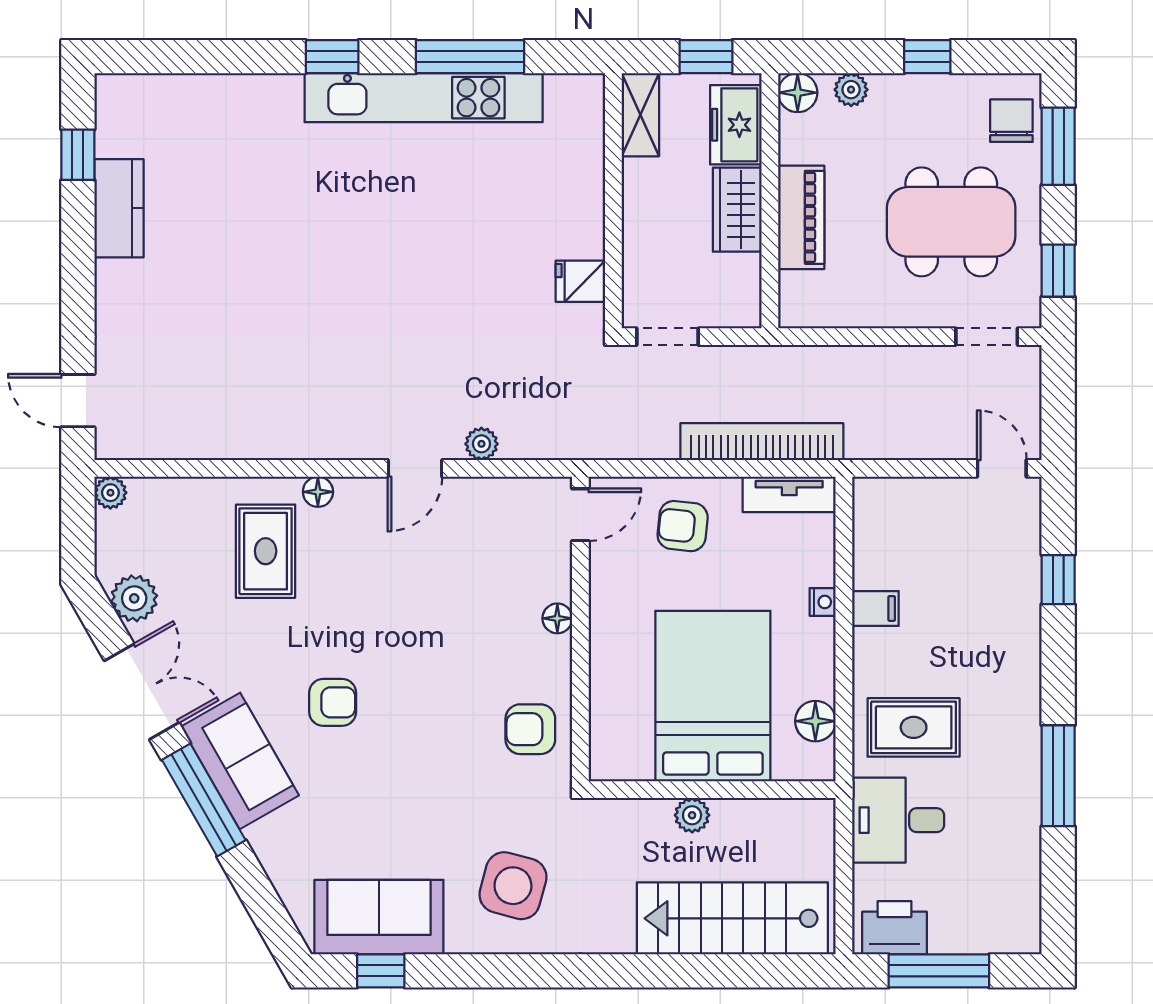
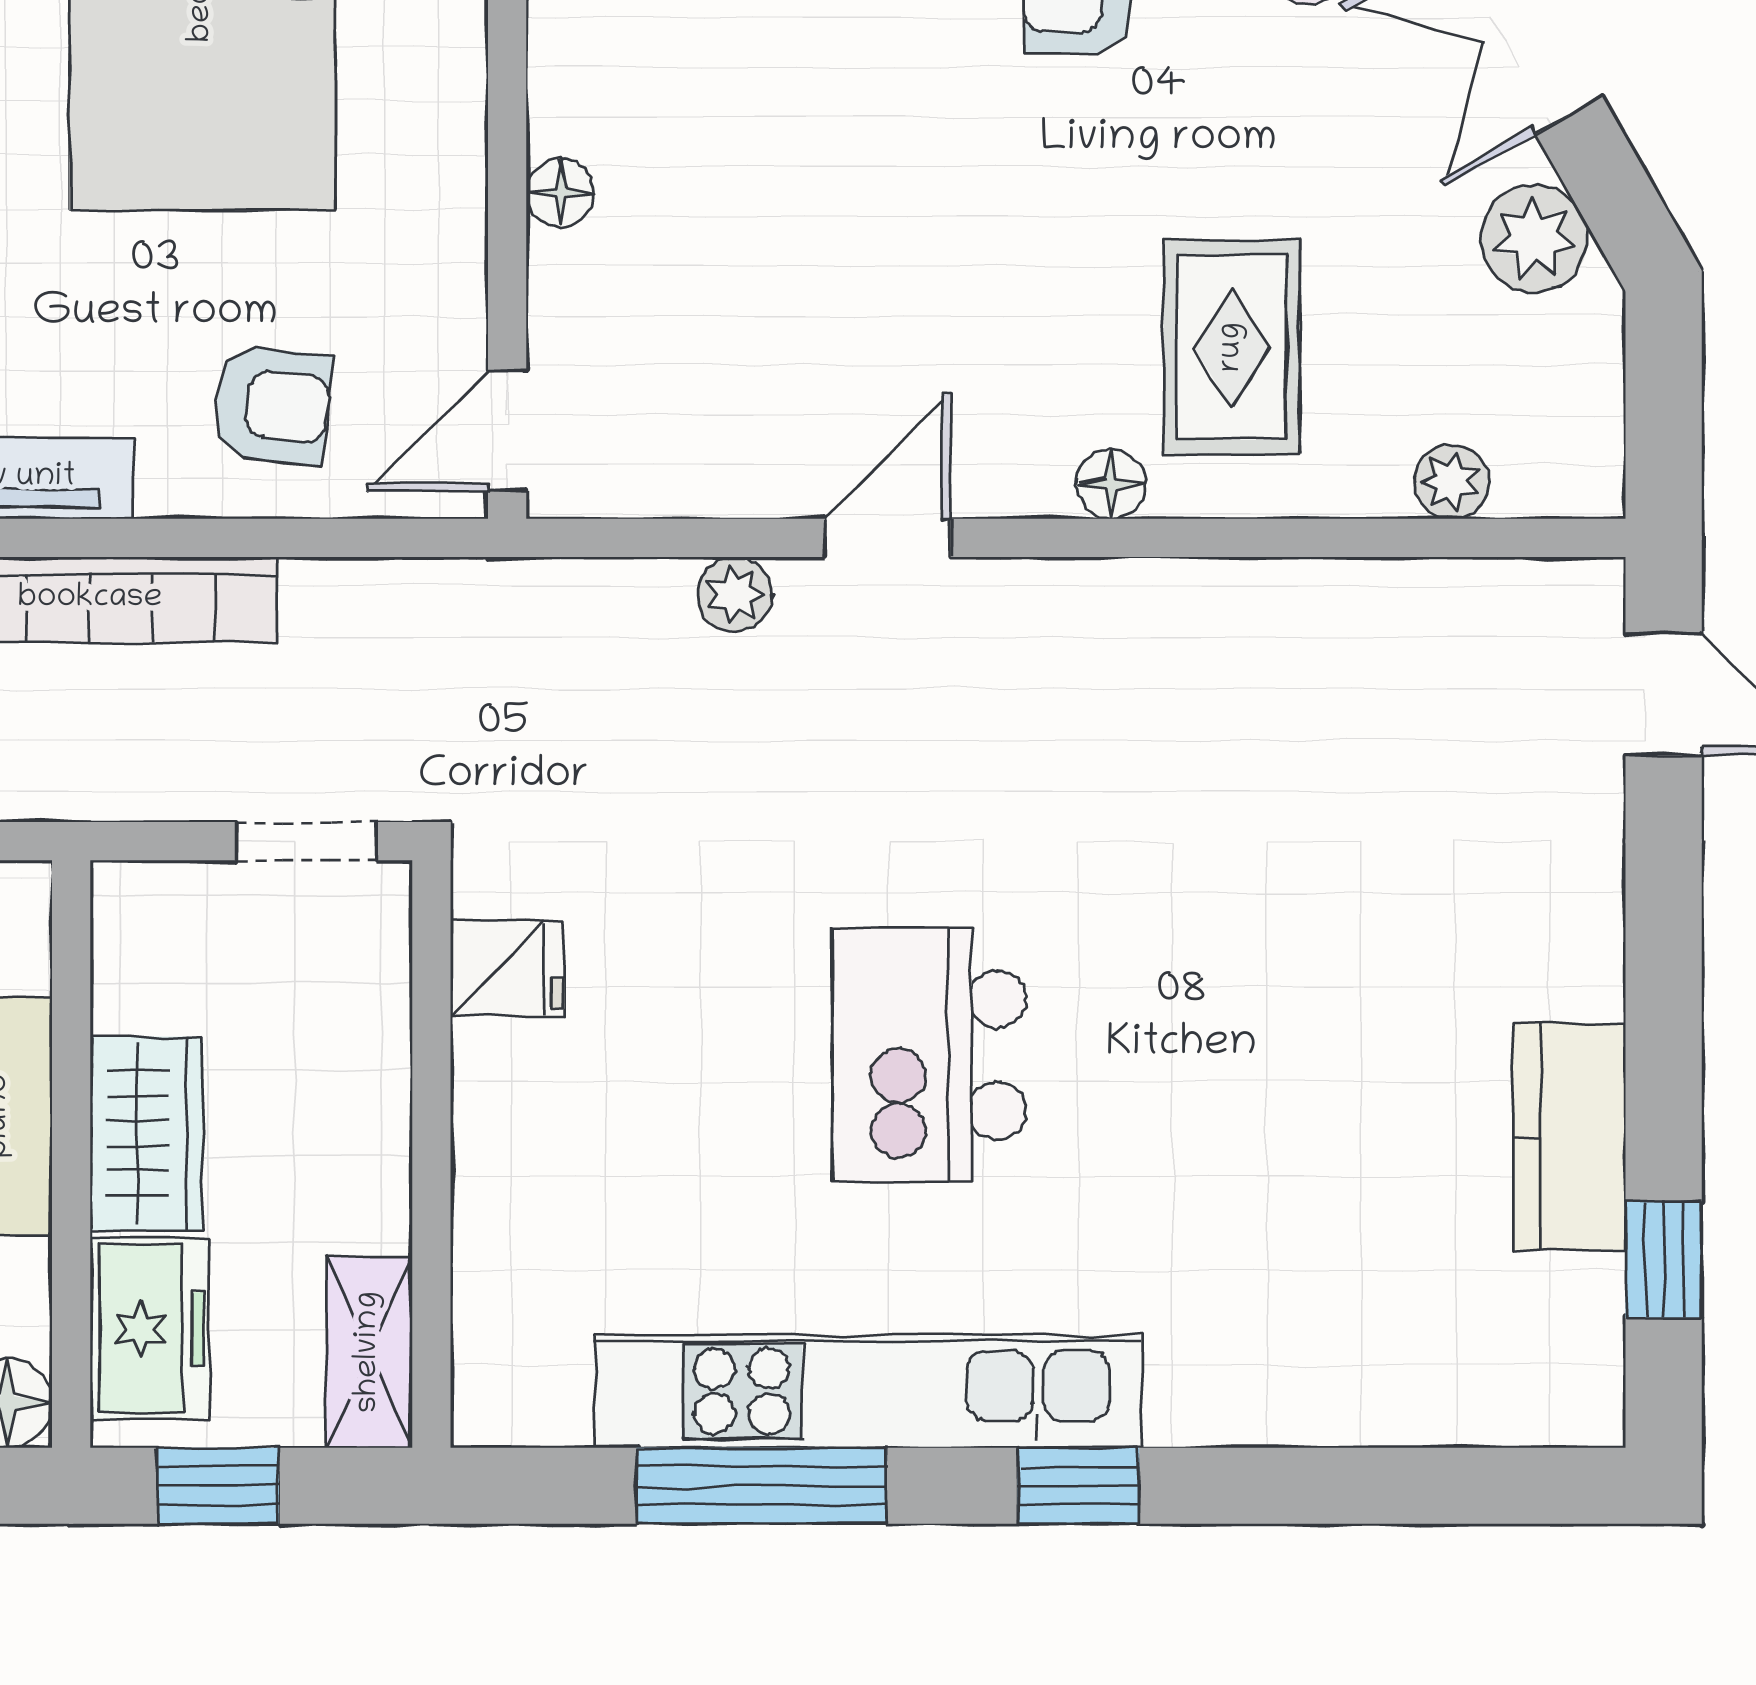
kitchen island: (397, 244) -> (929, 1055), added
plant: (110, 493) -> (1452, 482), moved

